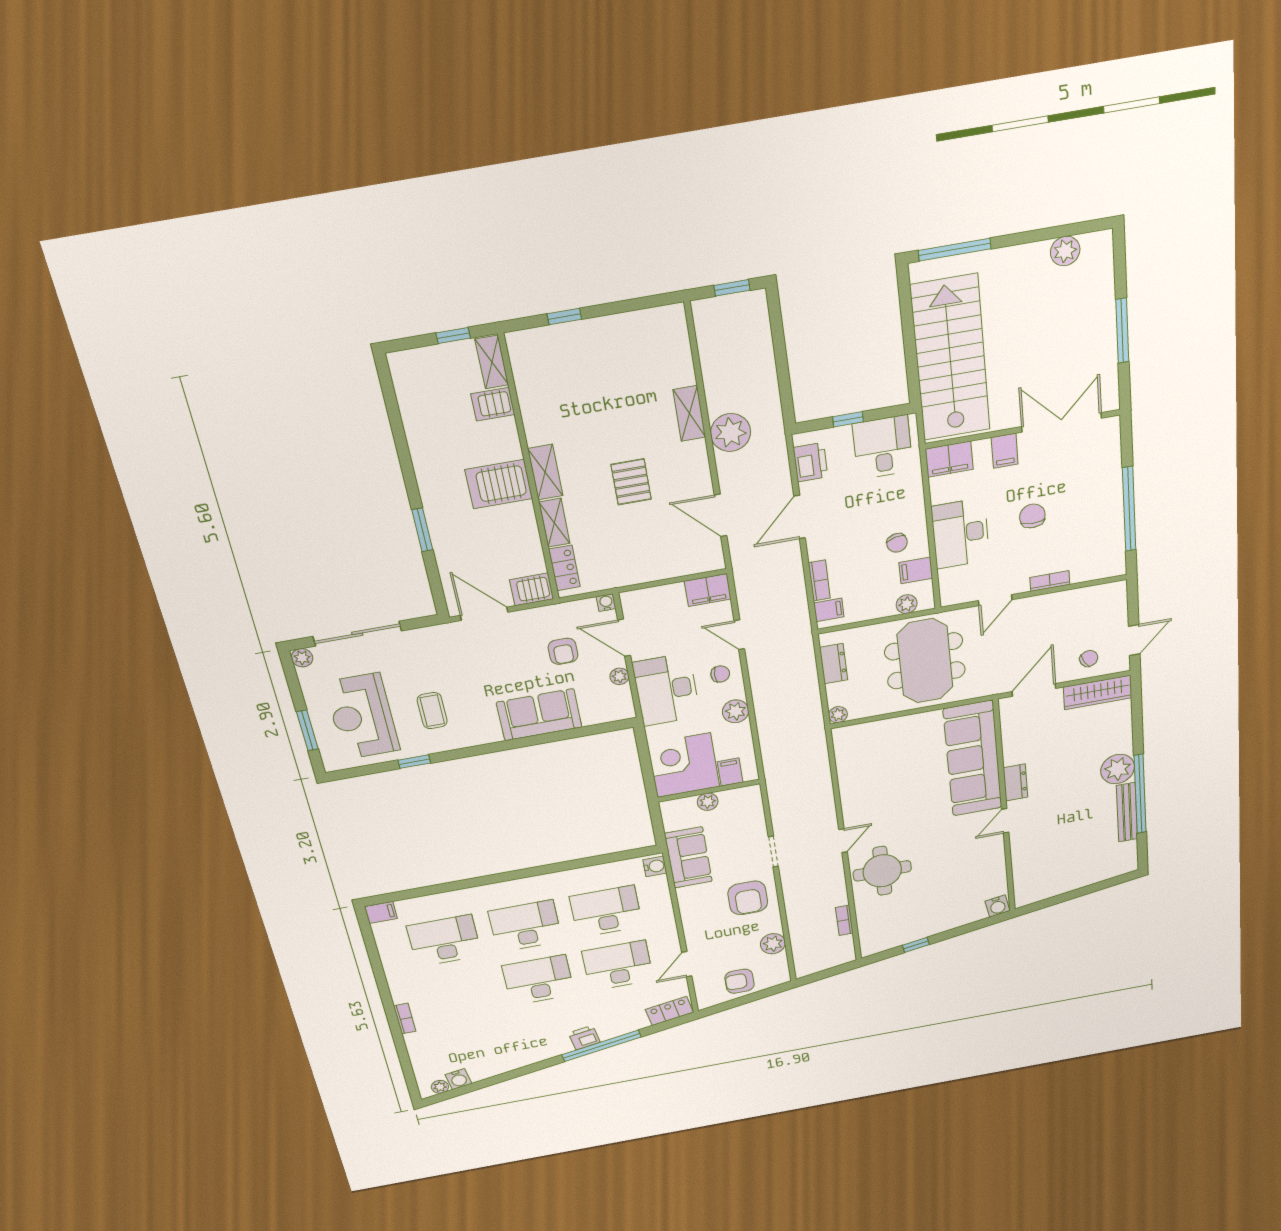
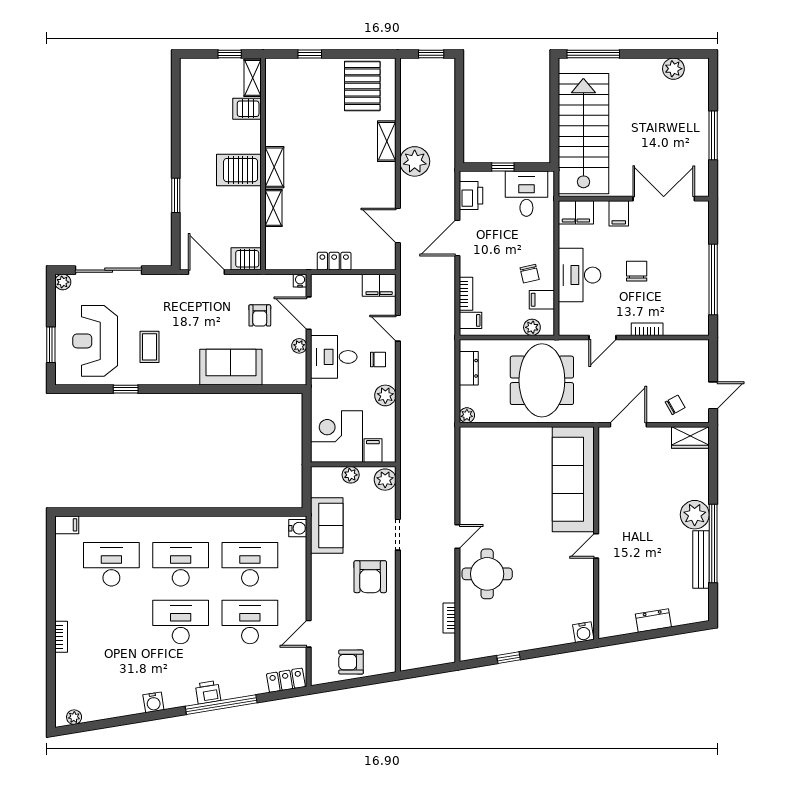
pallet: (631, 482) -> (362, 86), moved, width x1.50, depth x1.42
locker: (564, 568) -> (334, 261), moved, turned -90
desk: (666, 690) -> (334, 357), width x0.73
wardrobe: (1098, 692) -> (690, 438), width x0.67
dresser: (1016, 783) -> (653, 620), moved, turned -99
plant: (773, 944) -> (385, 480), moved
water cooler: (459, 1079) -> (153, 702), moved

